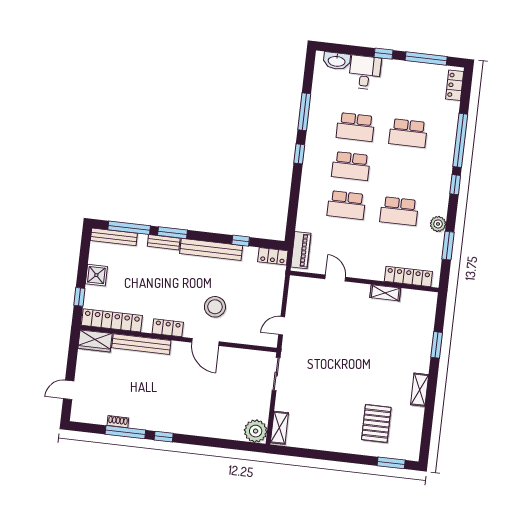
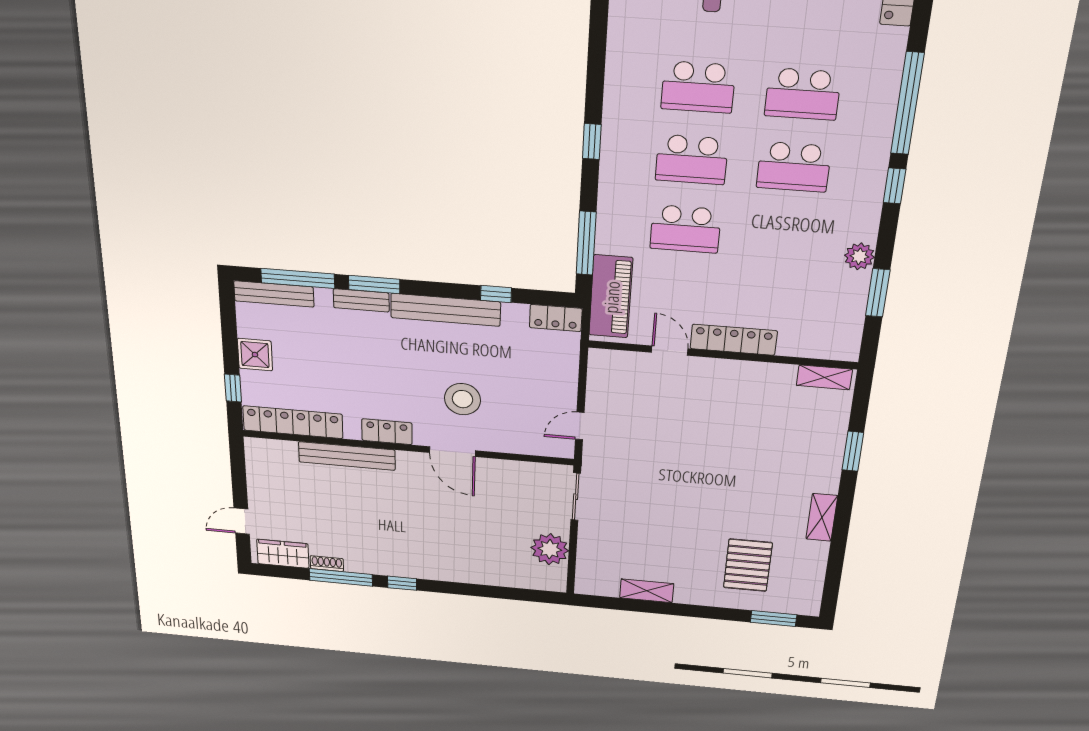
window: (304, 112) -> (586, 243), moved
school desk: (399, 211) -> (794, 167), moved
piano: (301, 250) -> (611, 297), width x1.37, depth x1.33
locker: (408, 276) -> (734, 340), moved
shelving: (385, 293) -> (824, 377), moved
wardrobe: (95, 341) -> (283, 554), moved, turned 180
shelving: (279, 428) -> (647, 591), moved, turned 90
plant: (256, 431) -> (550, 549), moved

